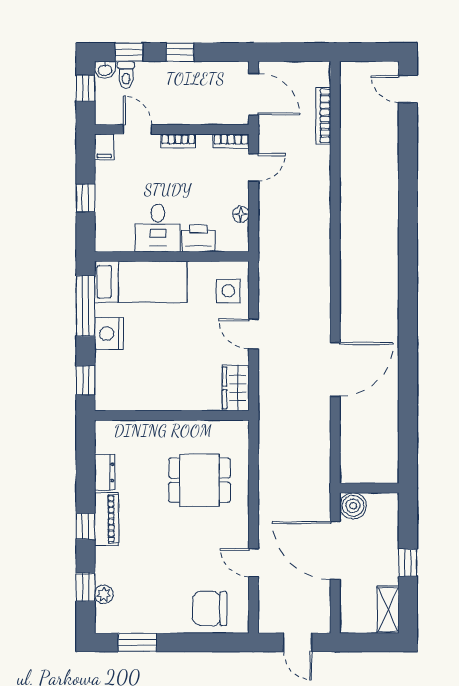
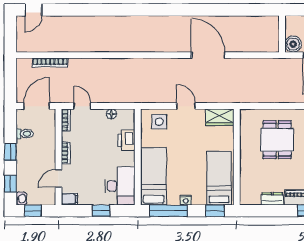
toilet: (126, 75) -> (25, 134), moved
desk: (158, 228) -> (120, 186), moved, width x1.37
nightstand: (109, 334) -> (186, 200), width x0.53, depth x0.56
door: (253, 334) -> (186, 106), swing flipped
bed: (138, 387) -> (219, 178), added

